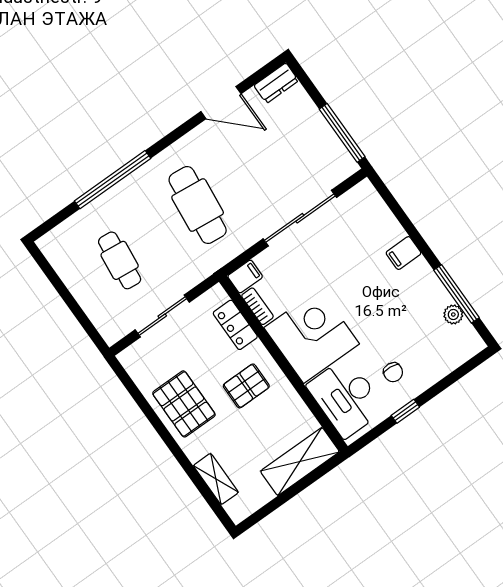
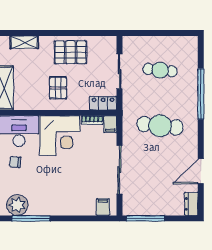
filing cabinet: (403, 253) -> (103, 207), moved
plant: (453, 314) -> (17, 205), width x1.87, depth x1.87
locker: (235, 325) -> (103, 103), moved

